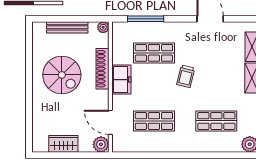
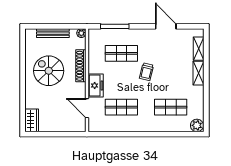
spiral stairs: (62, 75) -> (49, 71), turned 180
freezer: (121, 80) -> (96, 86), moved
wardrobe: (63, 144) -> (32, 120), moved, turned 90
plant: (101, 144) -> (80, 126), removed

